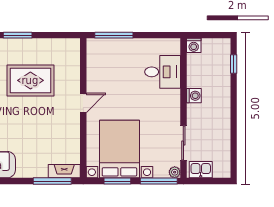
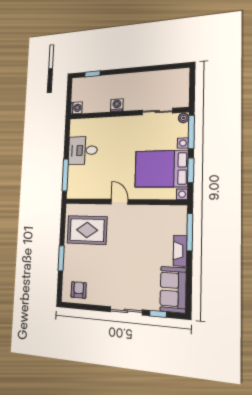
desk: (163, 72) -> (83, 150), moved, turned -90
rug: (30, 80) -> (87, 230), moved, turned 90
kitchen sink: (201, 170) -> (182, 95), removed
fireplace: (64, 171) -> (180, 251), moved

